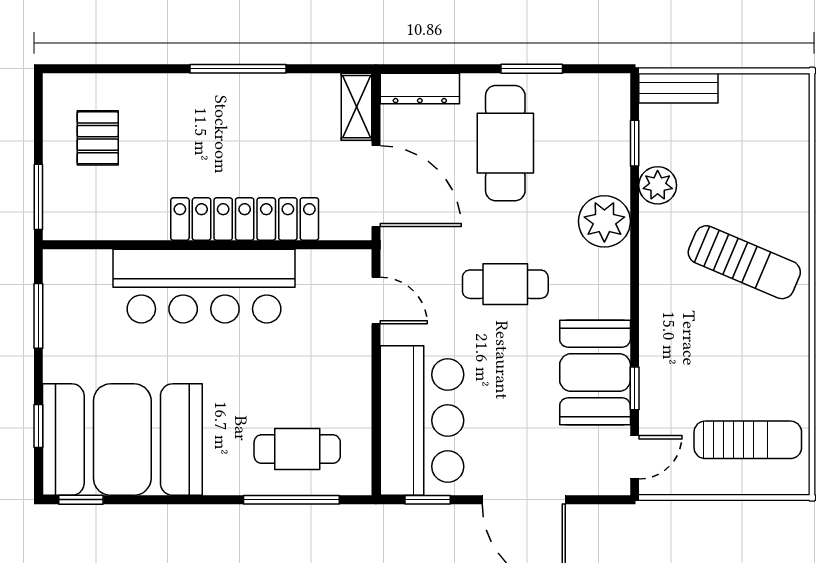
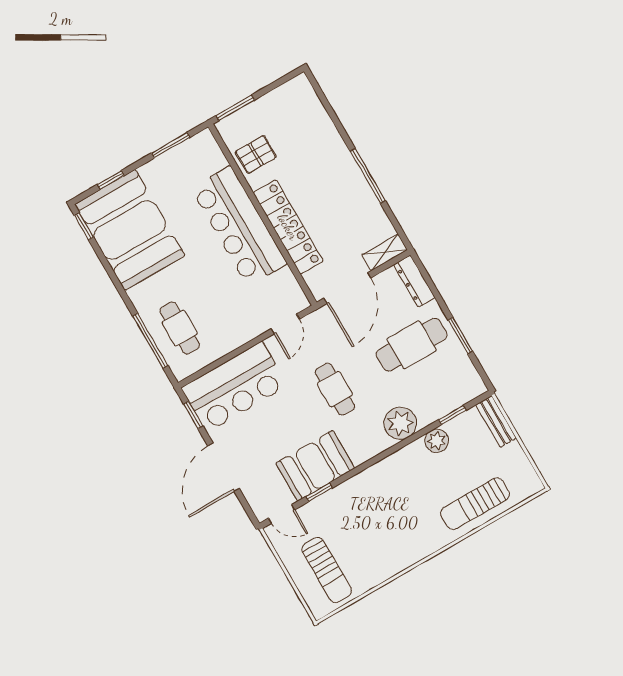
pallet: (98, 138) -> (256, 154), moved
sun lounger: (744, 262) -> (475, 504), moved, turned 67

